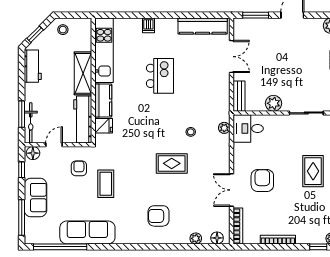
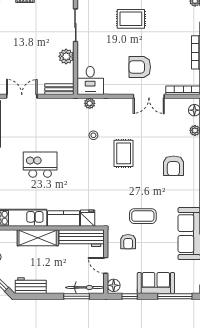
armchair: (79, 168) -> (128, 242), turned -90

